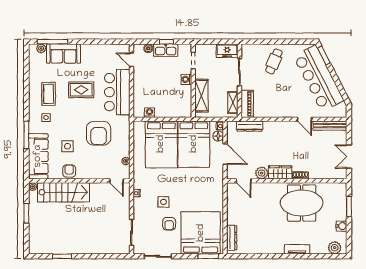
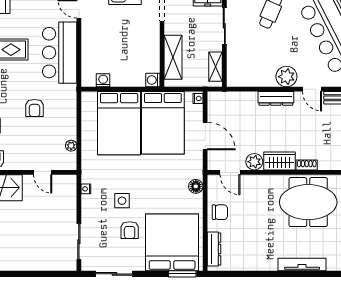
washing machine: (186, 79) -> (153, 80), moved
piano: (247, 104) -> (235, 68), removed
plant: (285, 110) -> (286, 77), added
dresser: (250, 126) -> (276, 98), moved
armchair: (99, 133) -> (35, 108), width x0.53, depth x0.53
floor lamp: (218, 136) -> (196, 186), moved
door: (117, 181) -> (43, 172), moved
chair: (236, 210) -> (220, 212), added
tv unit: (297, 249) -> (302, 265), width x1.41

